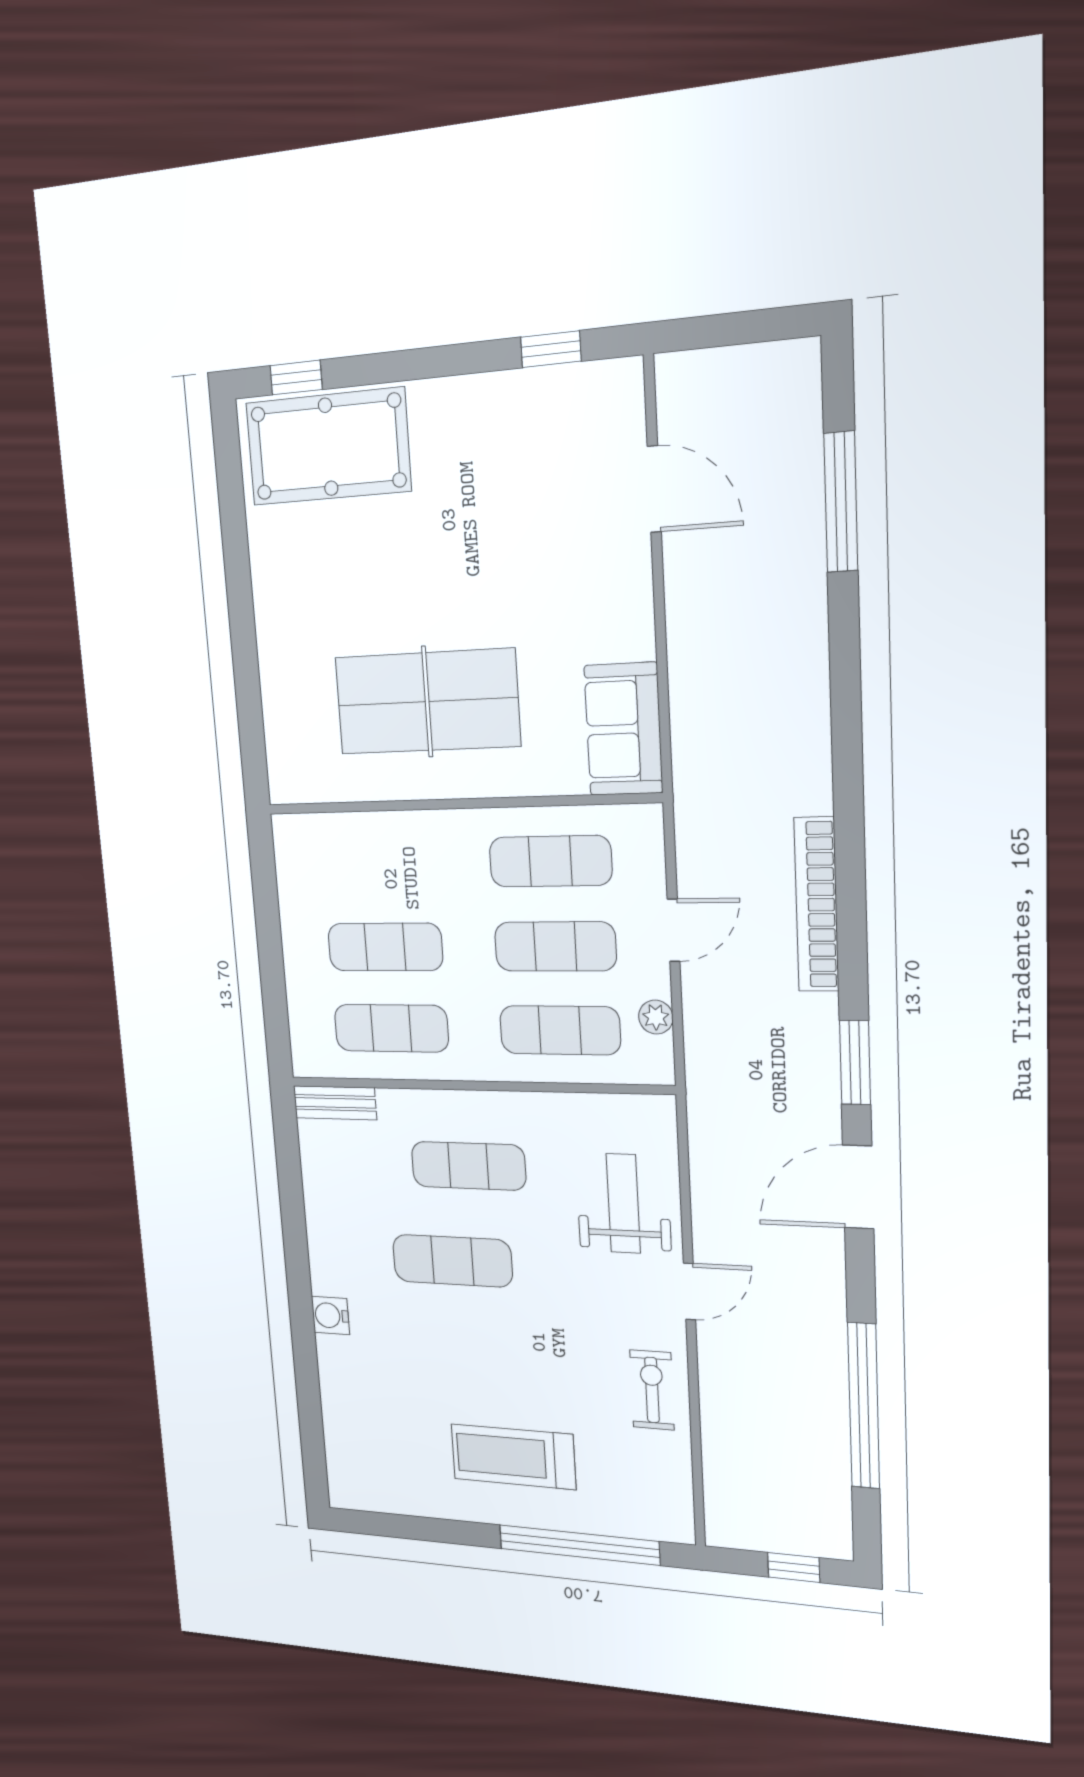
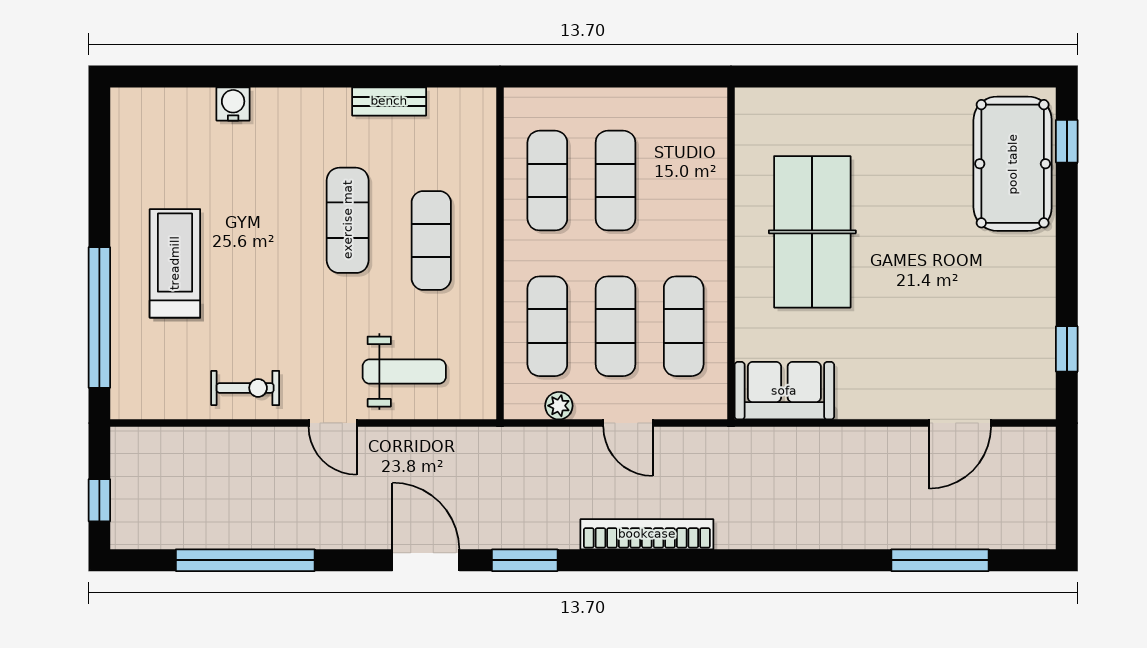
bench: (335, 1103) -> (389, 101), moved, turned 90
water cooler: (330, 1315) -> (233, 104), moved

